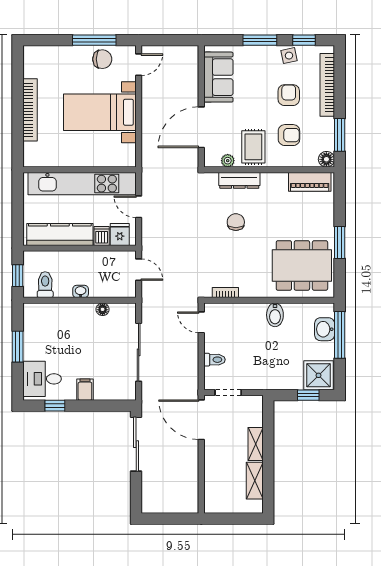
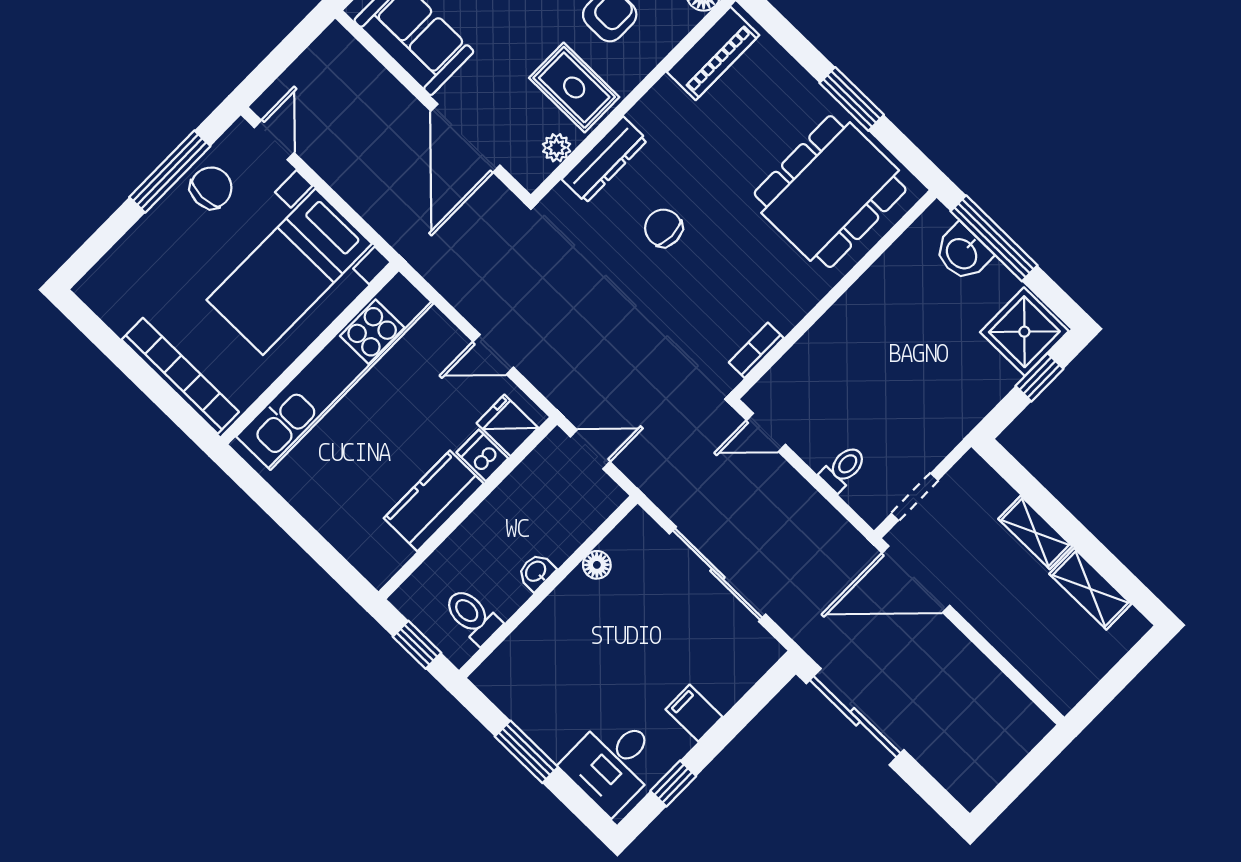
wall: (79, 170) -> (310, 353), moved
kitchen unit: (82, 184) -> (335, 370), moved
kitchen counter: (60, 234) -> (434, 501), width x0.67
bidet: (275, 315) -> (866, 308), removed

